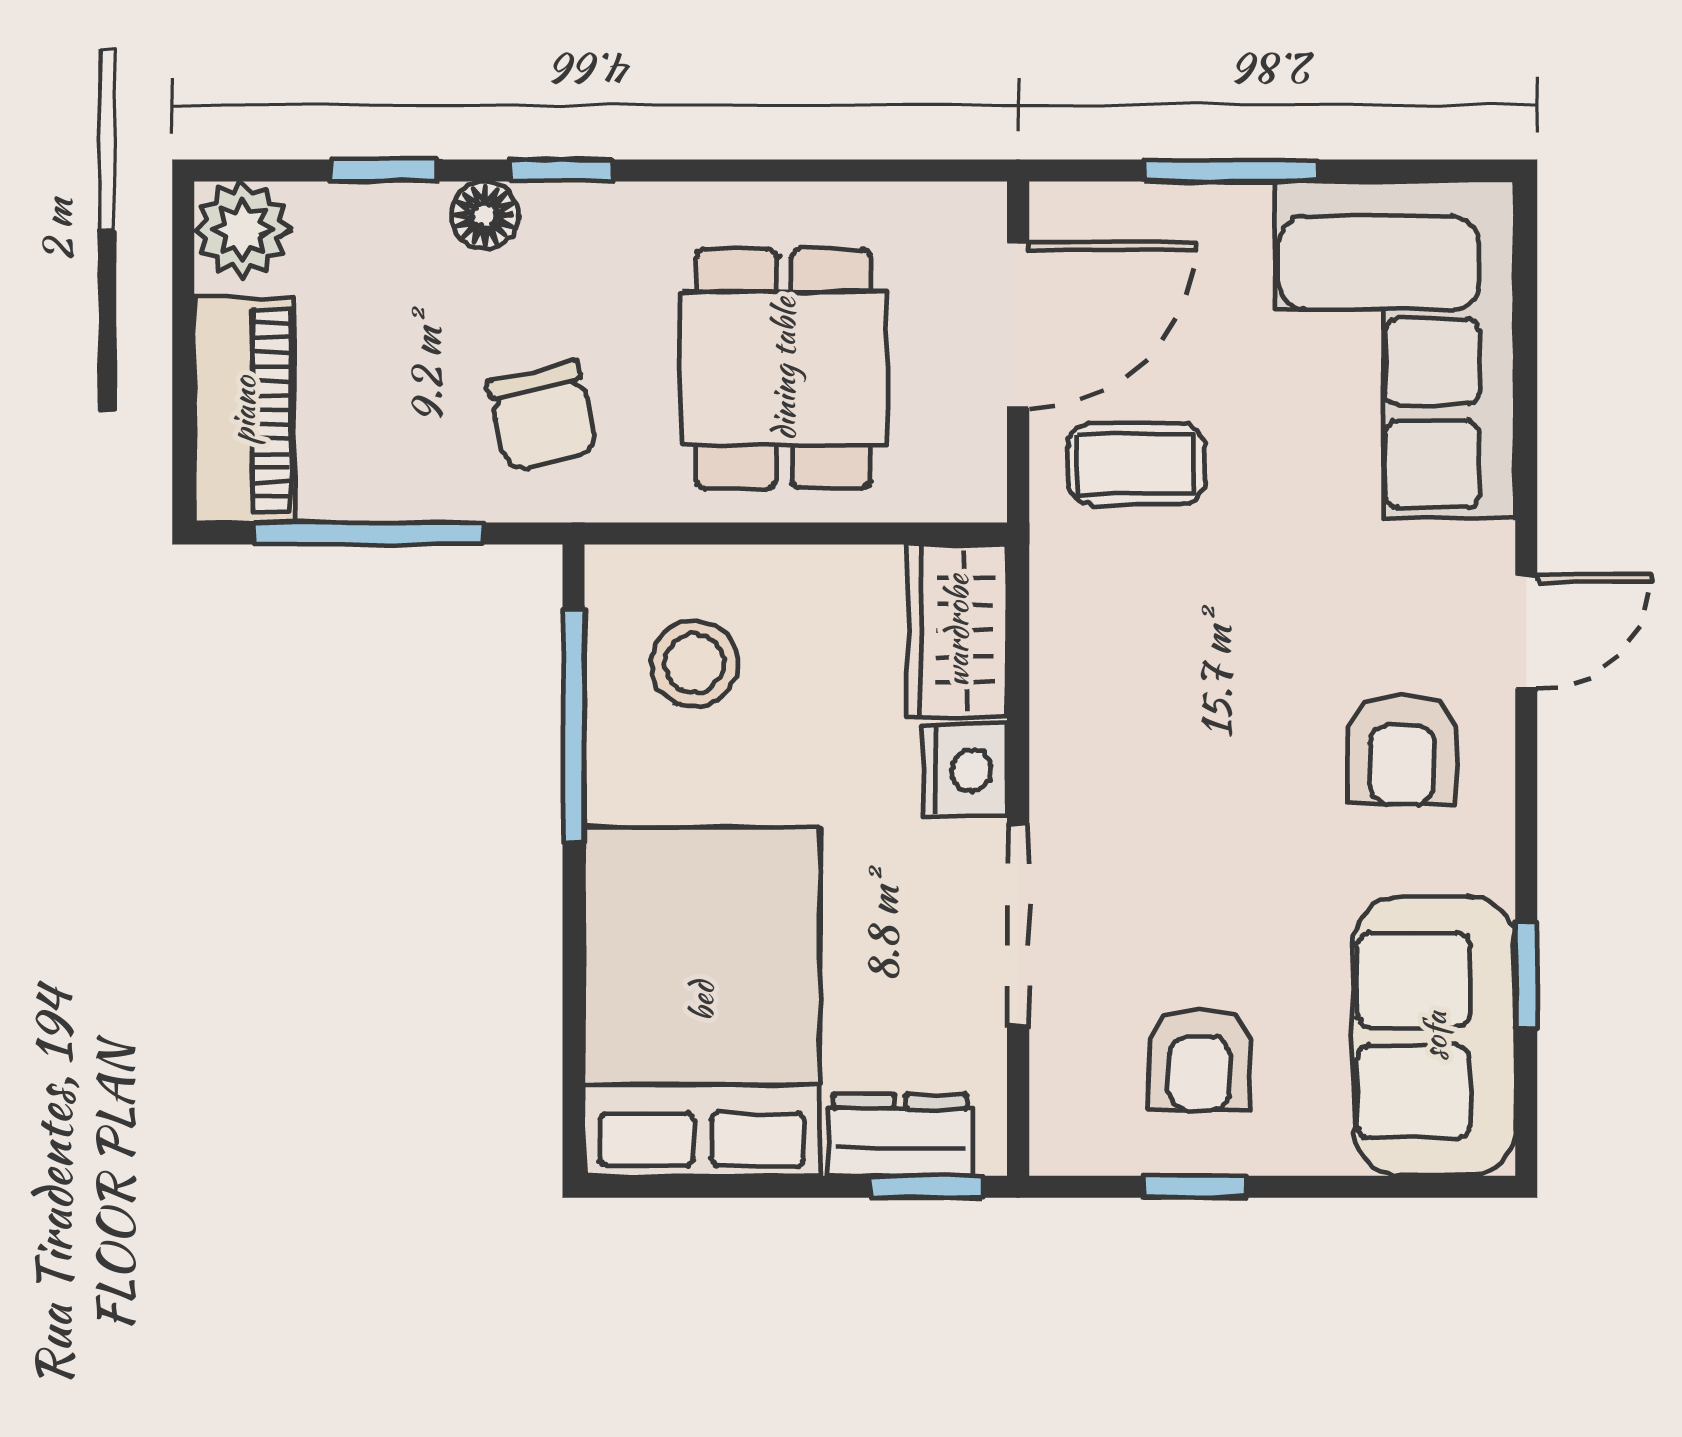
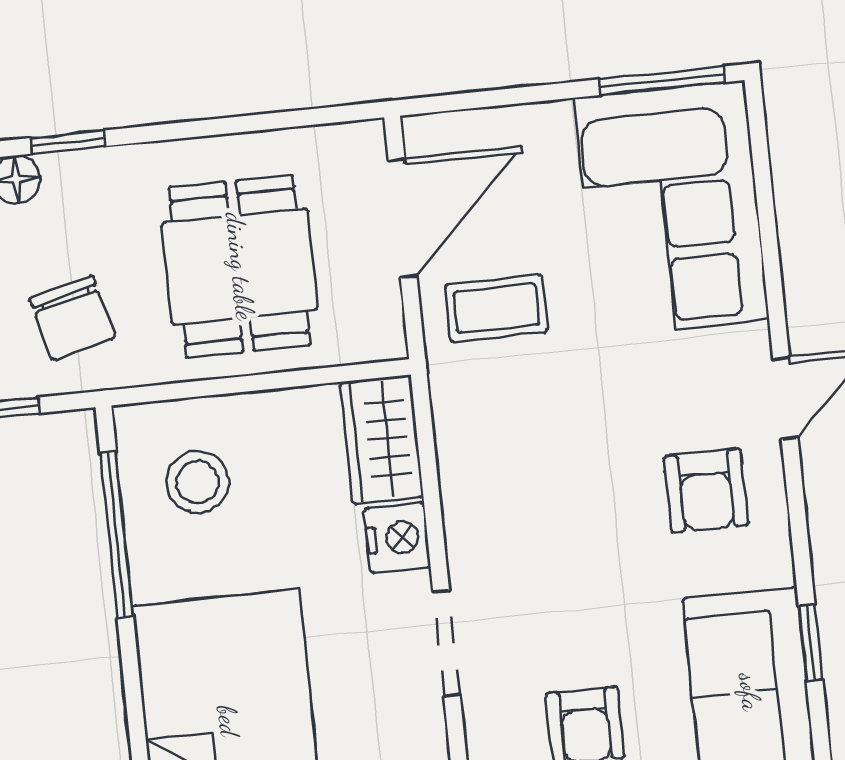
window: (1231, 170) -> (662, 81), moved
doorway: (1018, 925) -> (447, 644), width x0.73

